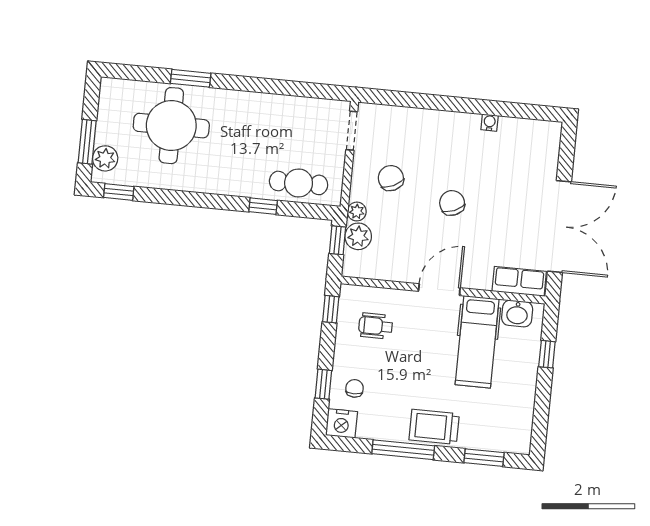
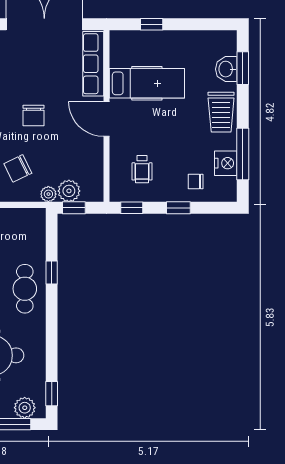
cafe table: (299, 183) -> (25, 289), moved
chair: (452, 203) -> (33, 116), turned -67
row of seats: (519, 281) -> (93, 64), width x1.48
washbasin: (517, 313) -> (226, 69), moved, turned 180
window: (323, 384) -> (178, 208), moved
nightstand: (341, 423) -> (226, 163), moved
window: (403, 450) -> (243, 154), moved

